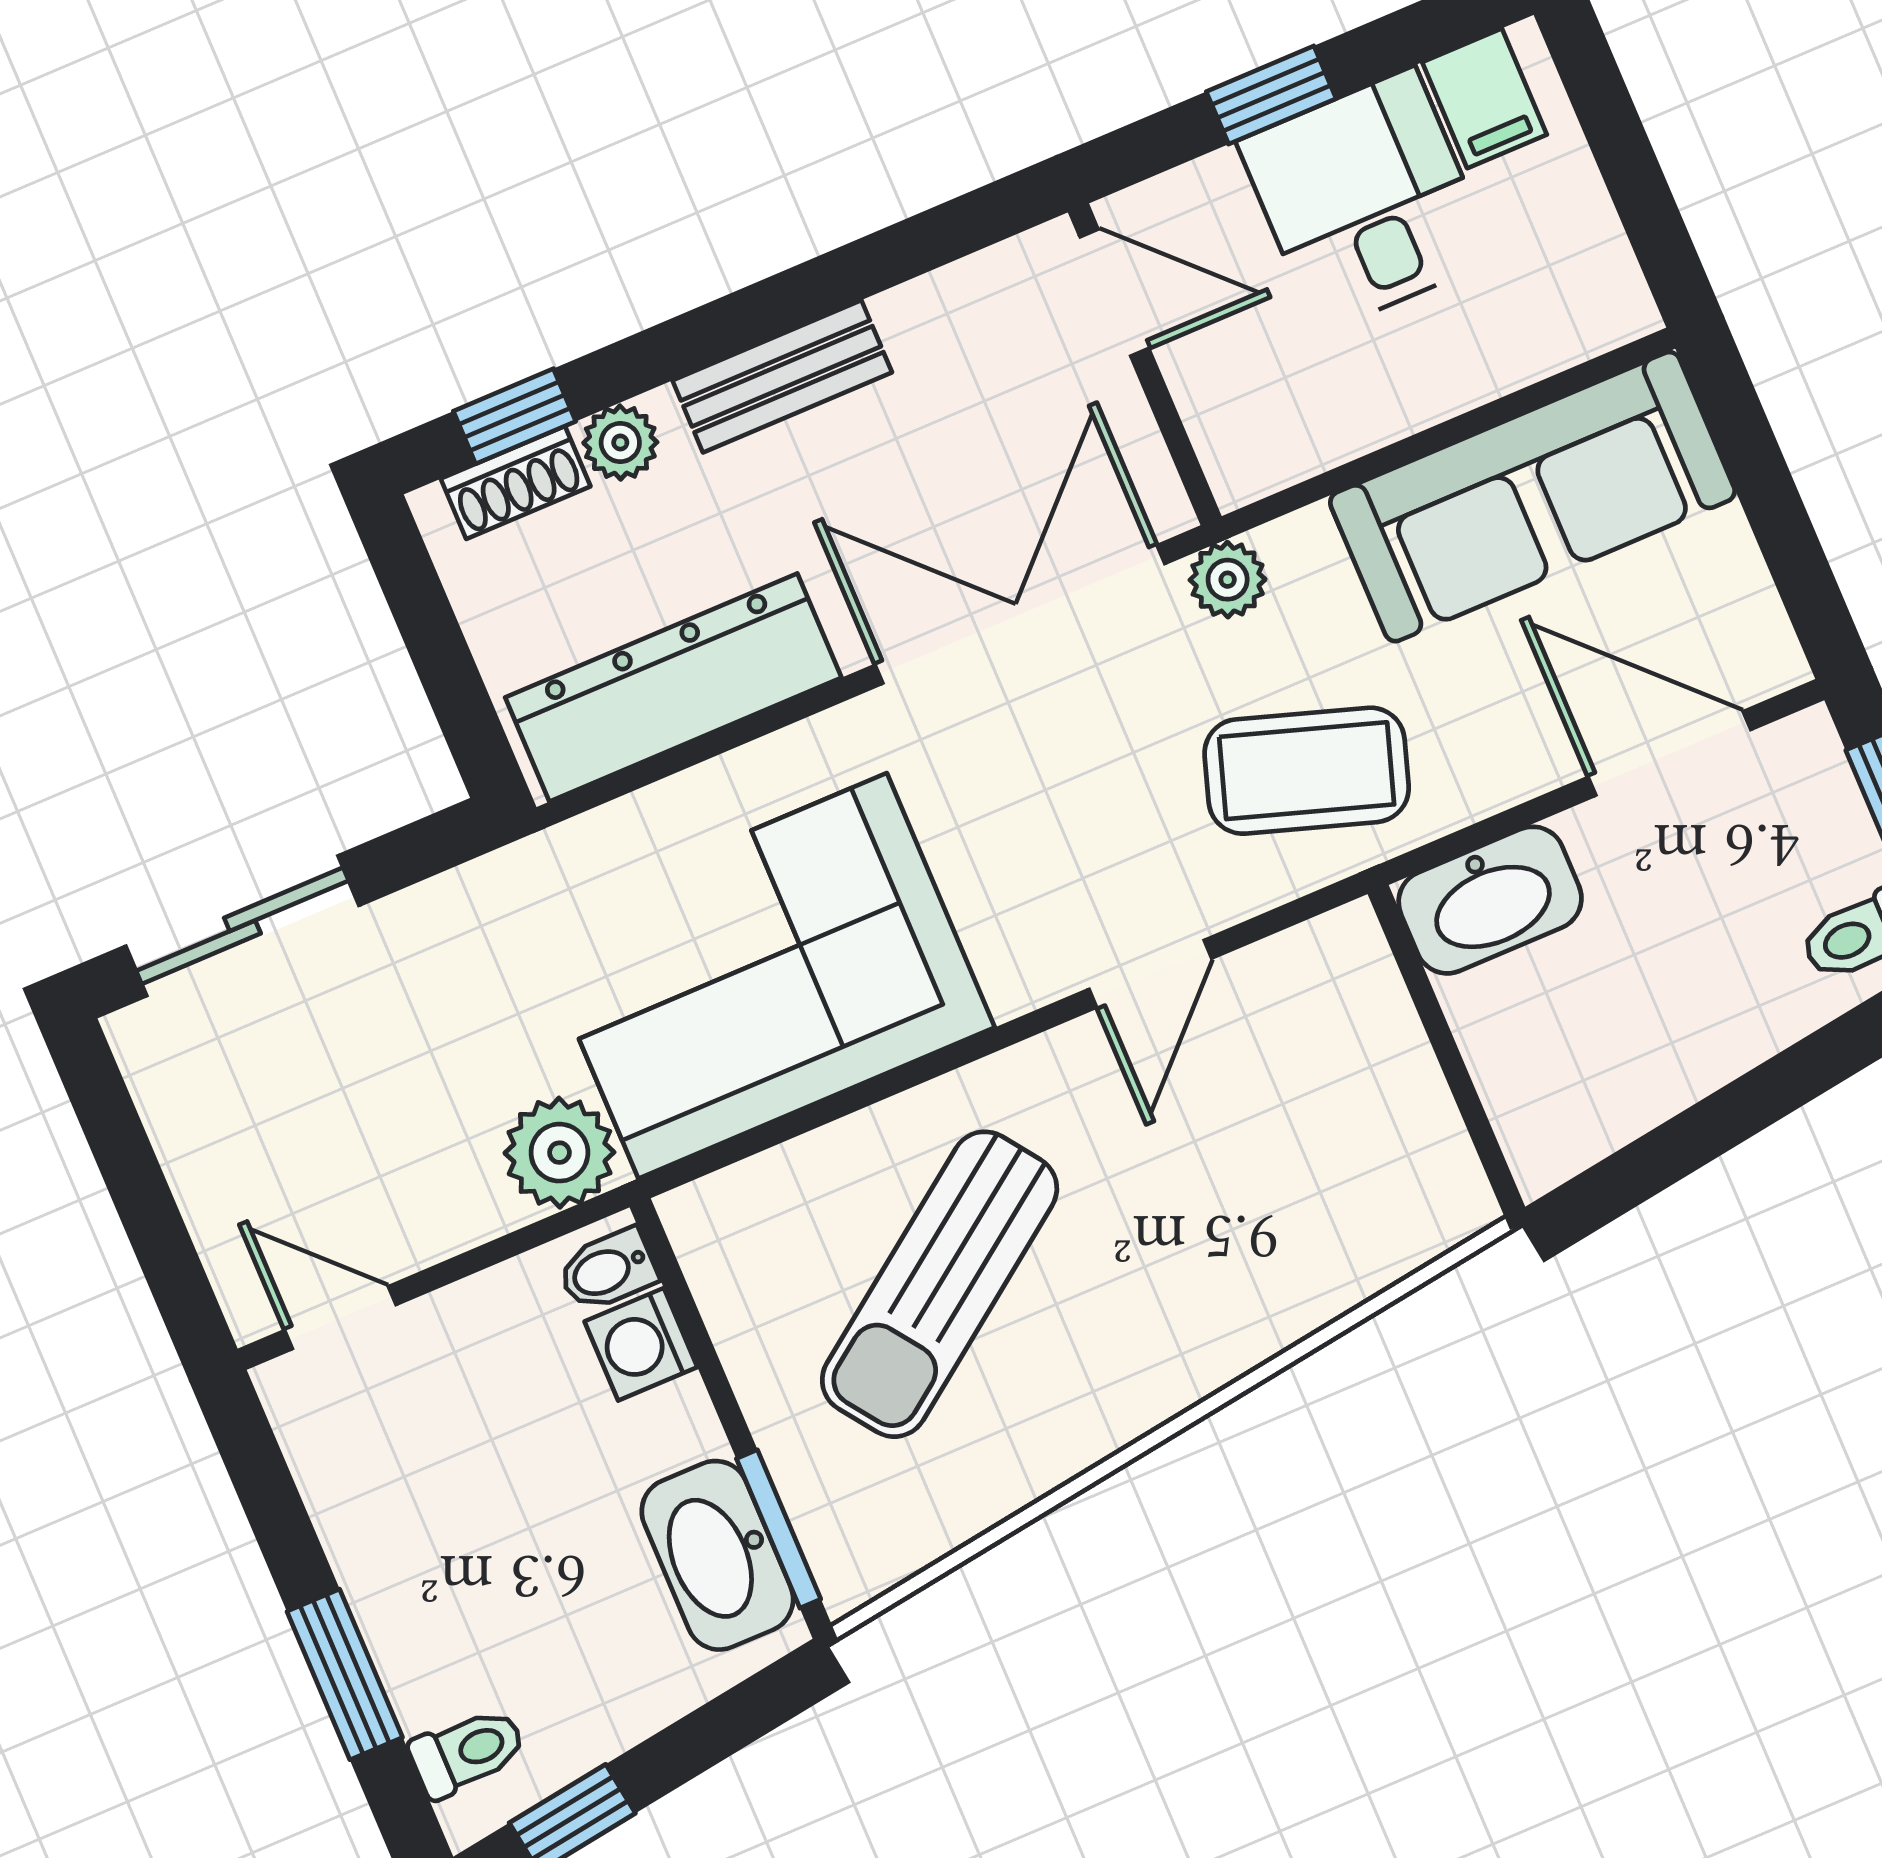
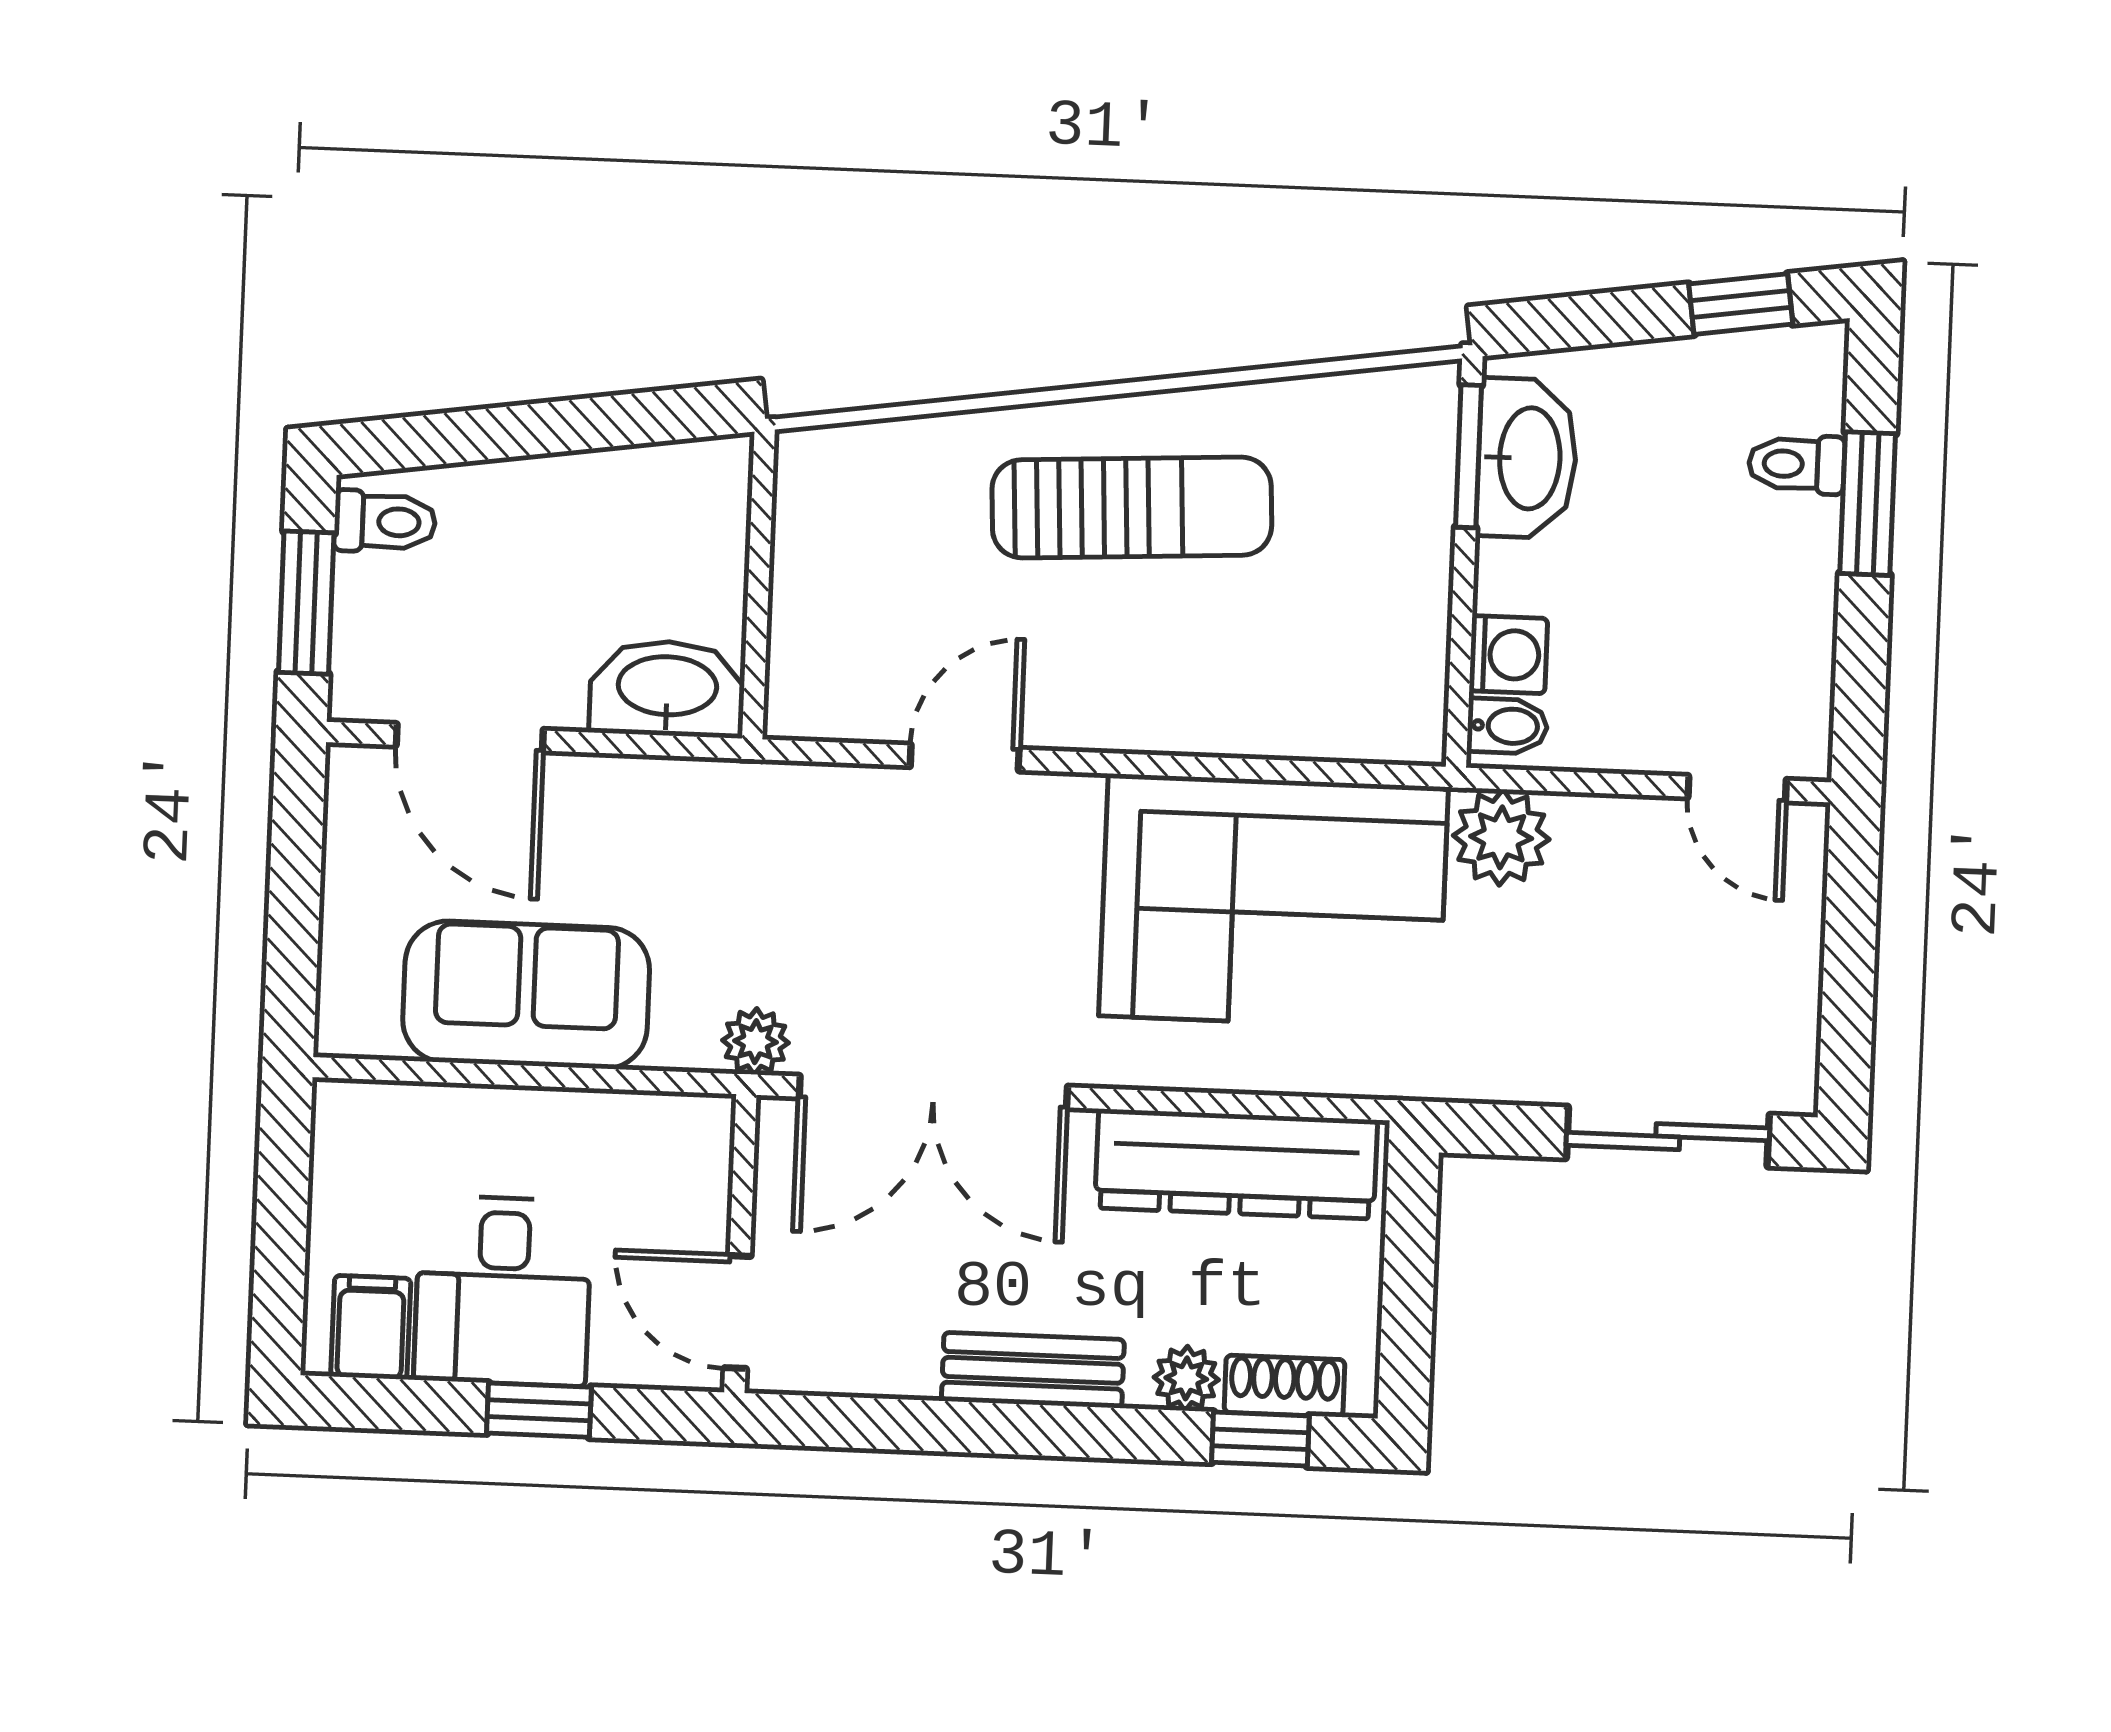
sofa: (1532, 497) -> (526, 995), width x0.73
coffee table: (1307, 771) -> (764, 860), removed
sun lounger: (940, 1284) -> (1132, 508), moved, turned 33
toilet: (467, 1752) -> (1797, 464), moved

